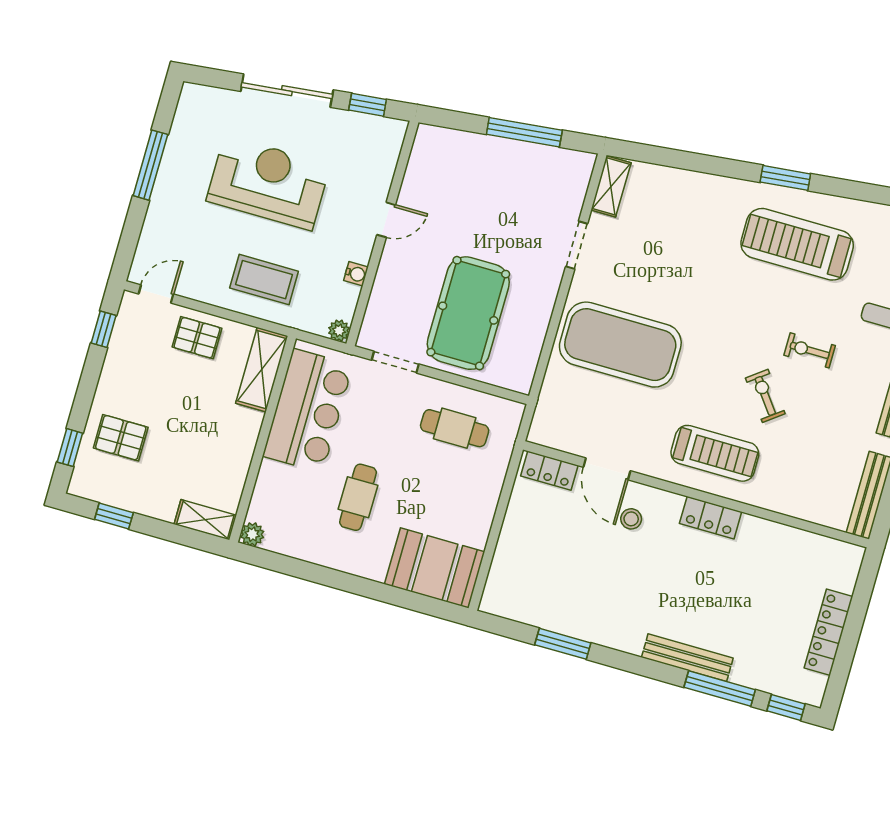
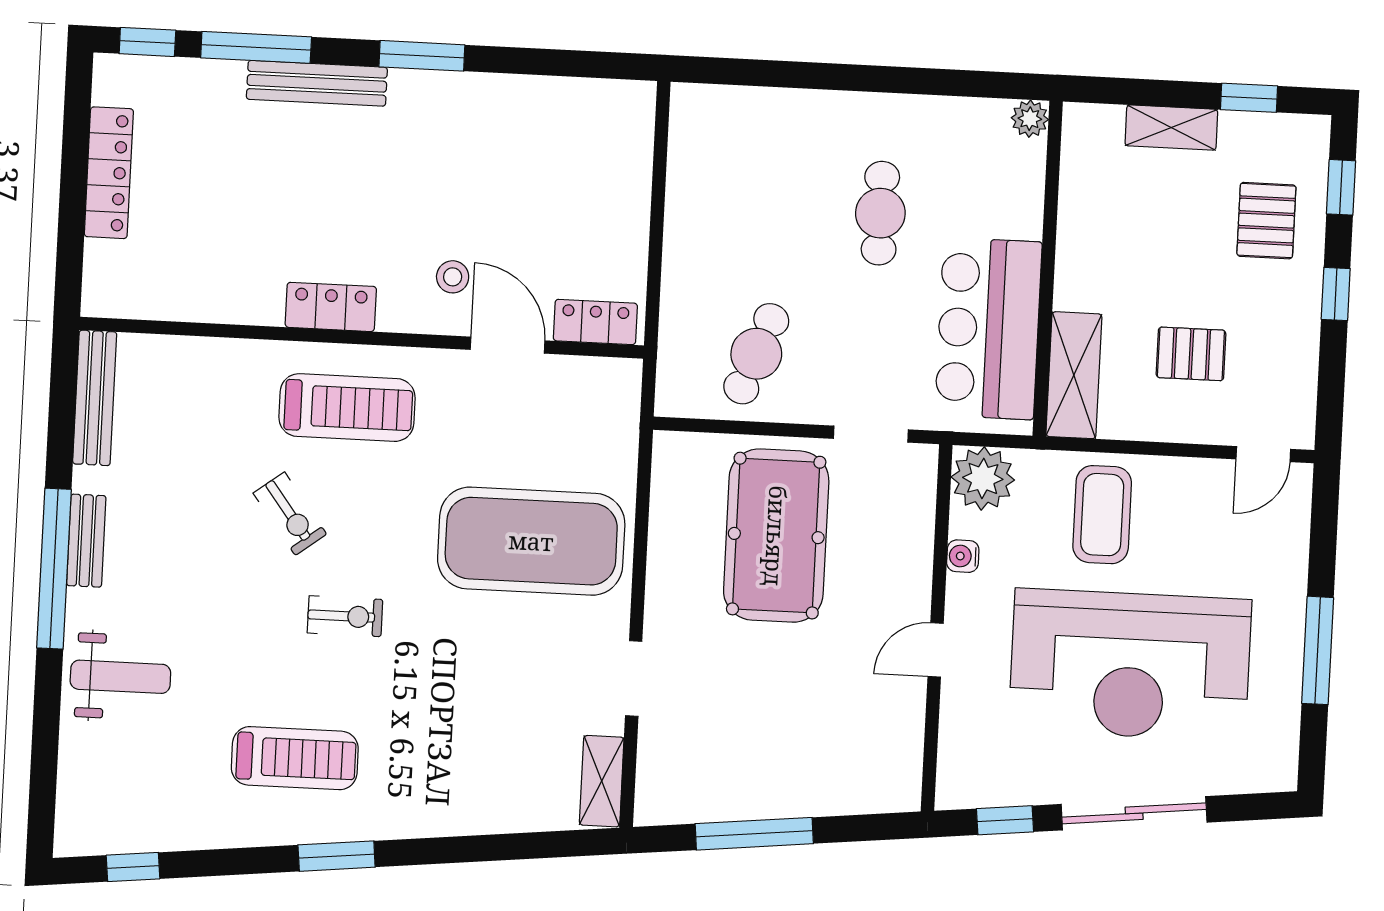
reception desk: (268, 183) -> (1130, 665), width x1.36, depth x1.30
treadmill: (797, 244) -> (295, 758), width x0.73, depth x0.73
coffee table: (264, 280) -> (1102, 515), turned 90
window: (104, 329) -> (1336, 294), moved
plant: (339, 331) -> (983, 478), width x1.87, depth x1.87
pallet: (197, 338) -> (1191, 354), moved
exercise bike: (810, 350) -> (345, 616), moved
cafe table: (455, 428) -> (756, 354), turned -69
pallet: (121, 438) -> (1266, 221), turned 90
treadmill: (715, 453) -> (347, 408), turned 180
shelving: (205, 520) -> (1171, 128), moved
booth: (435, 568) -> (737, 132), removed
window: (563, 644) -> (422, 56), moved

